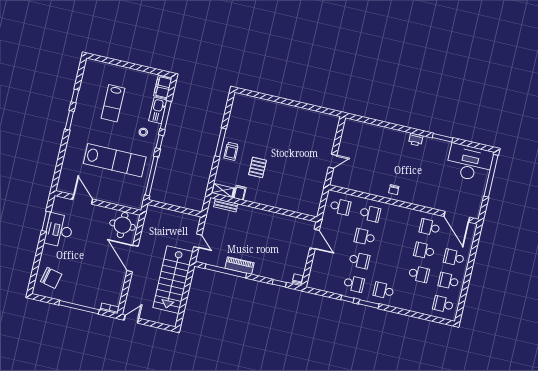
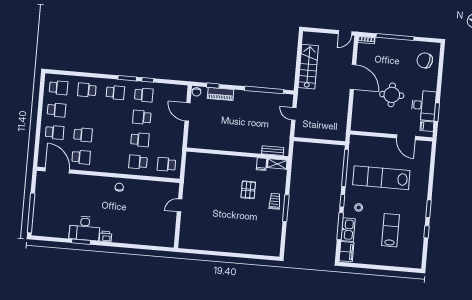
desk: (470, 163) -> (85, 228), moved, width x0.73, depth x0.77
filing cabinet: (59, 208) -> (427, 126), added
round table: (123, 225) -> (392, 95), moved
door: (315, 239) -> (188, 112), moved
door: (133, 258) -> (353, 77), moved
piano: (239, 266) -> (221, 94), moved
school desk: (419, 274) -> (87, 90), moved
stairs: (173, 280) -> (308, 67), width x0.73, depth x0.66
school desk: (354, 284) -> (144, 95), turned 180

